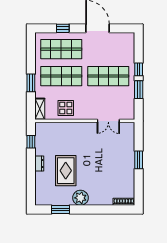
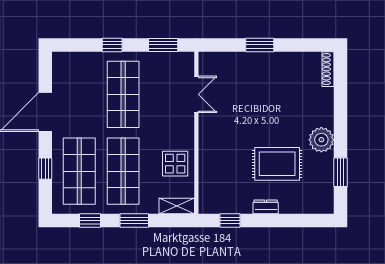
window: (31, 56) -> (90, 221), added
window: (139, 90) -> (163, 45), moved

